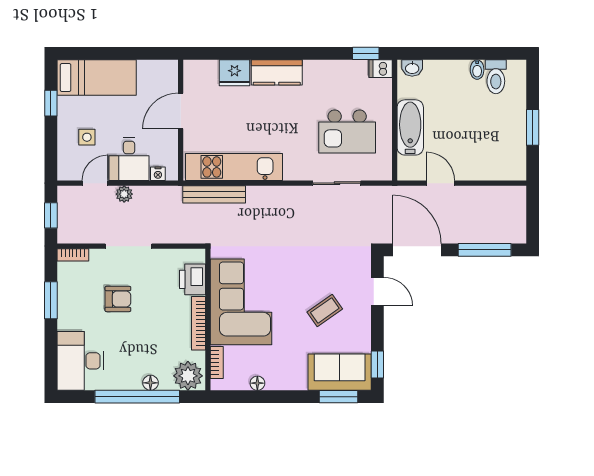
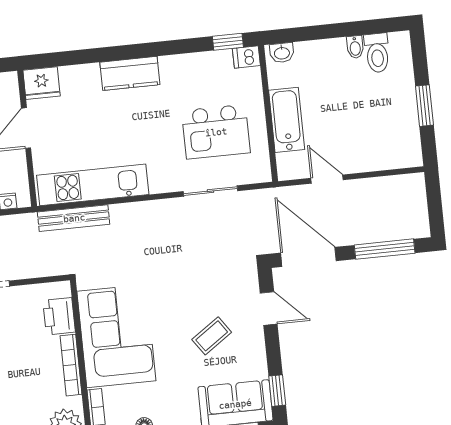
fridge: (235, 73) -> (42, 83), moved

